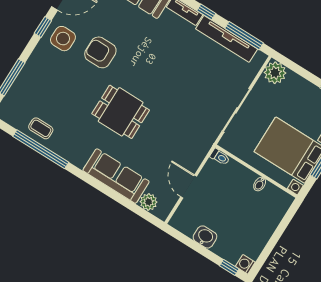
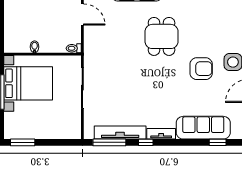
plant: (275, 73) -> (72, 130), removed
dining table: (121, 112) -> (162, 36), turned 90

